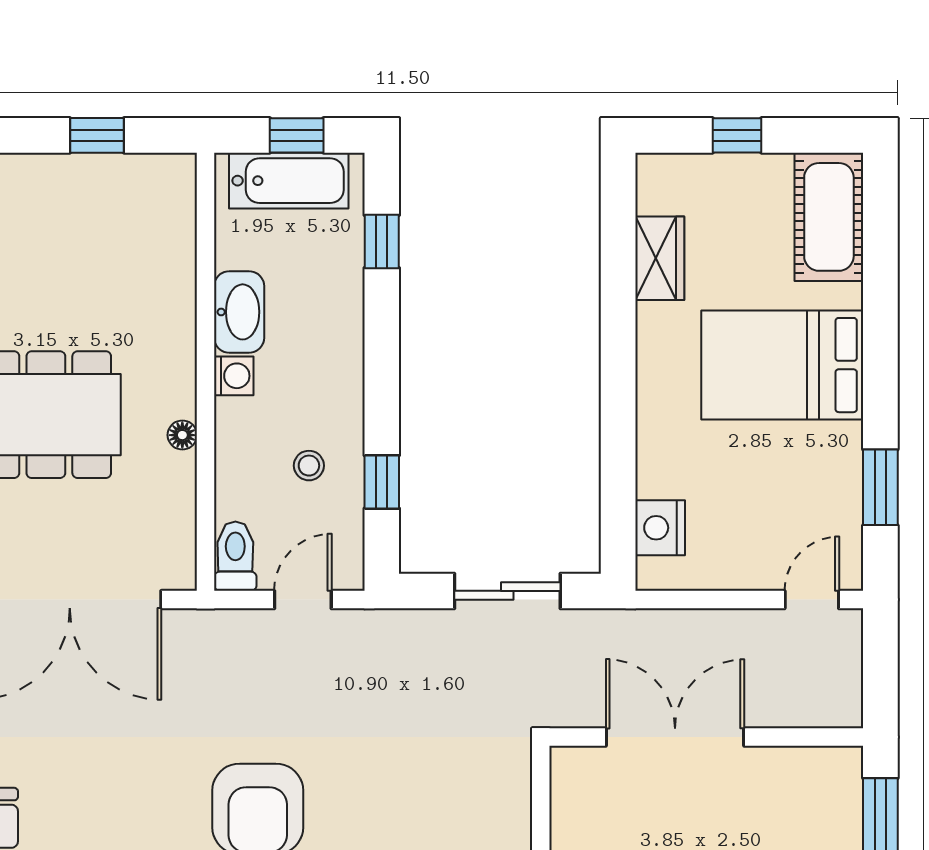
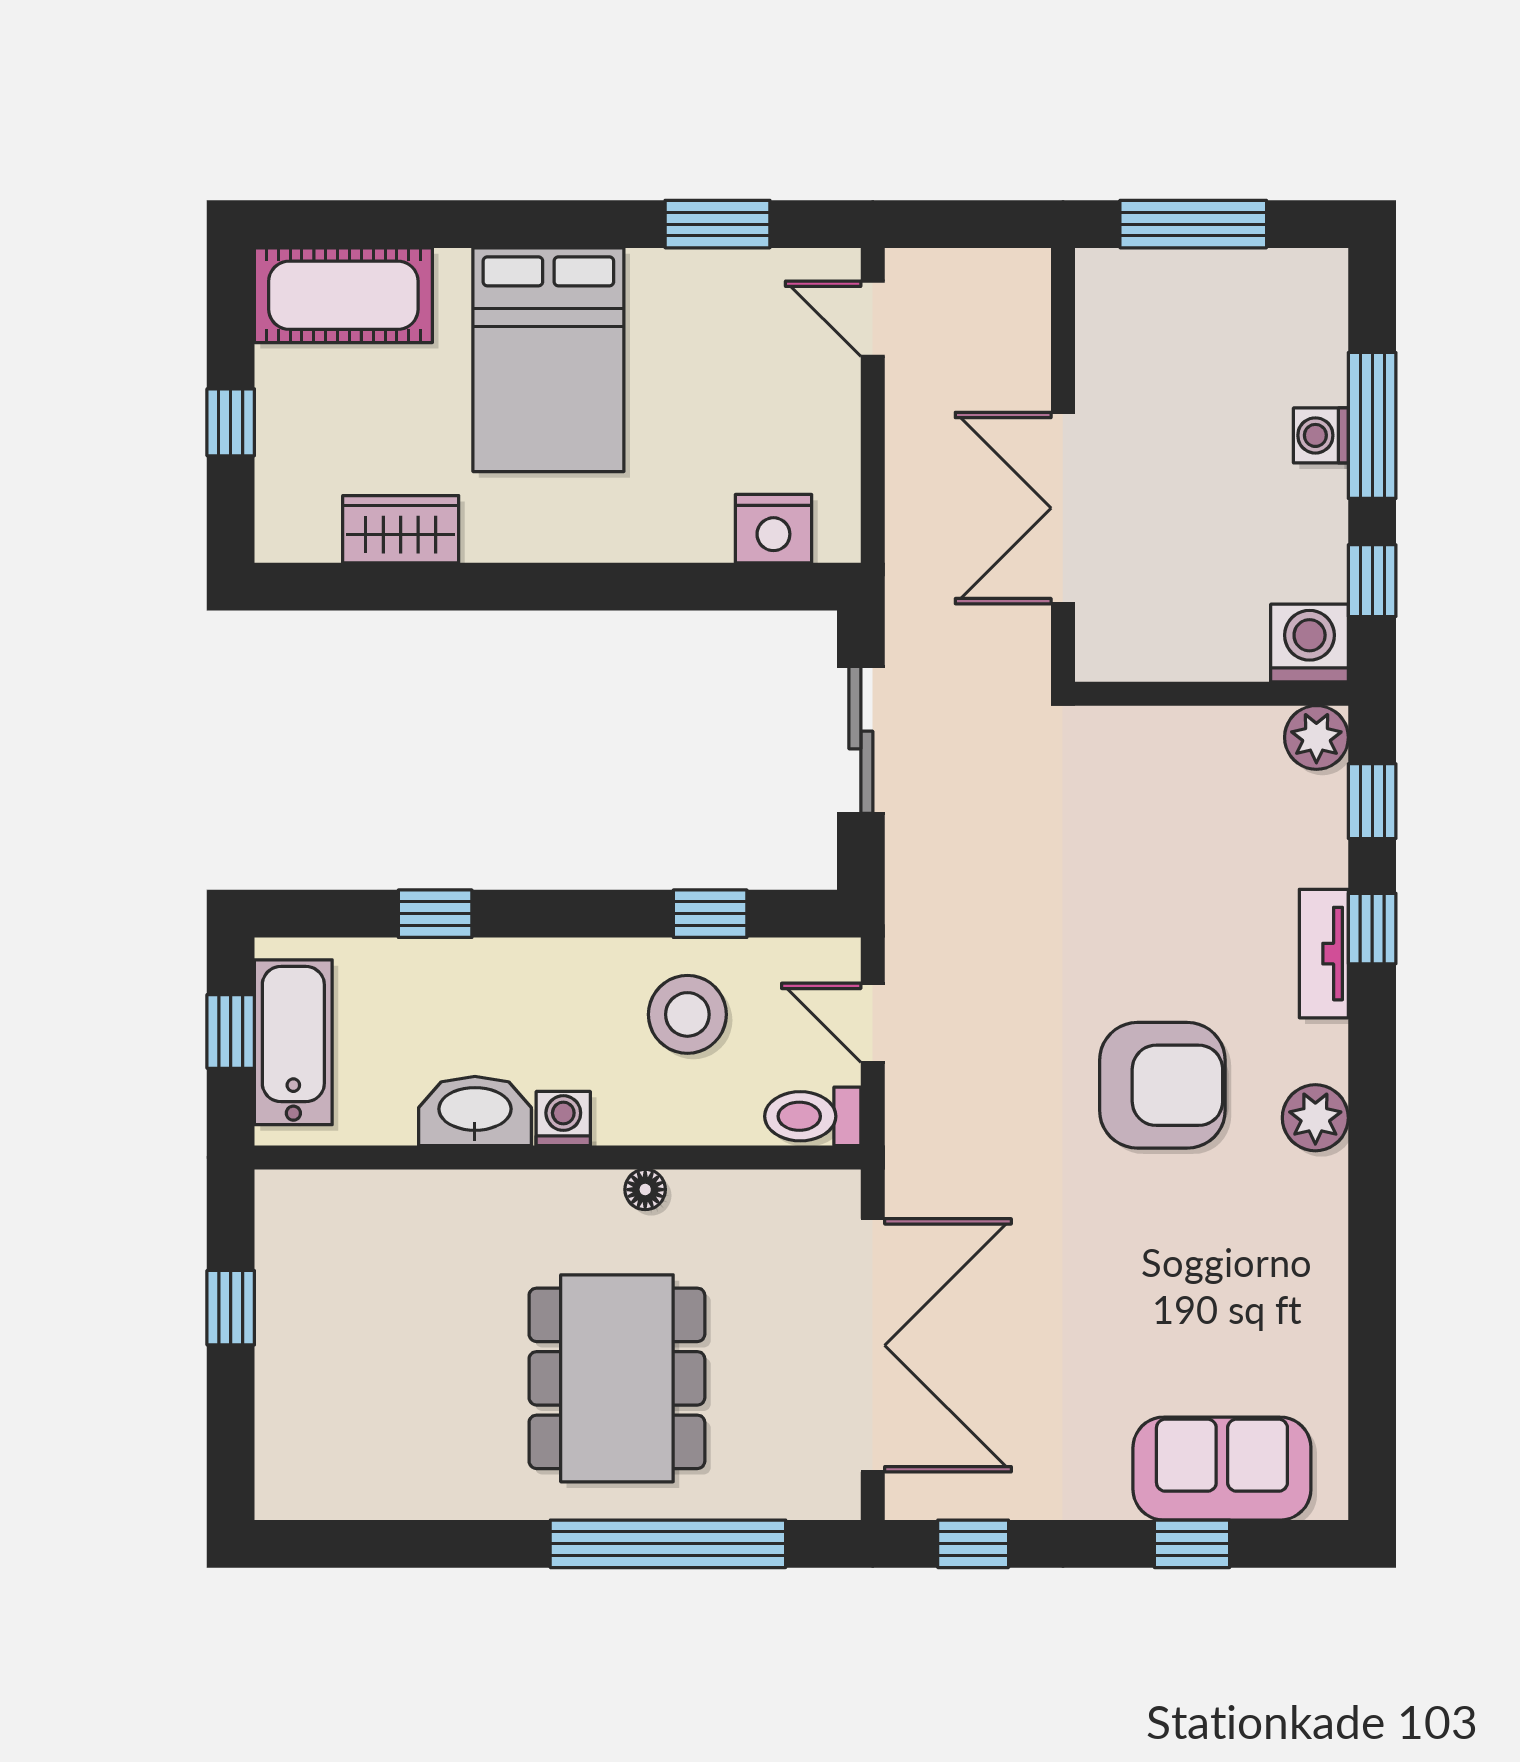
window: (382, 241) -> (435, 914), moved
stool: (309, 466) -> (687, 1014), width x1.89, depth x1.89

